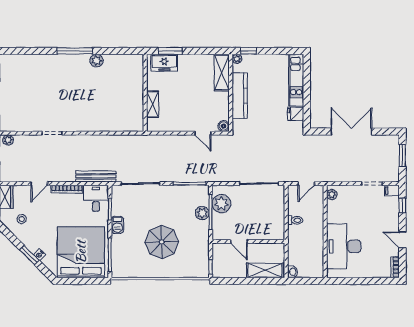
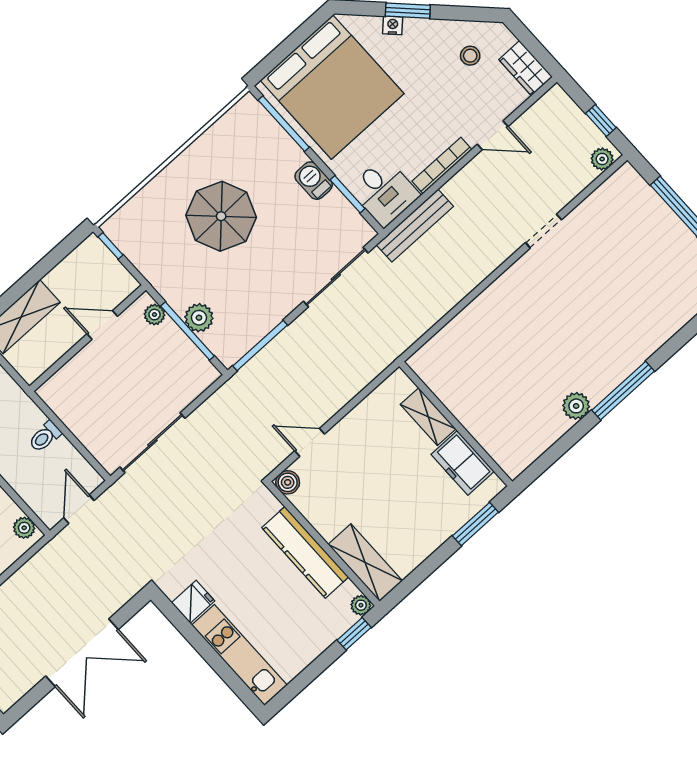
freezer: (164, 63) -> (463, 463), moved, turned -90
door: (39, 184) -> (493, 135), swing flipped
plant: (221, 204) -> (155, 315), moved, width x0.53, depth x0.53

